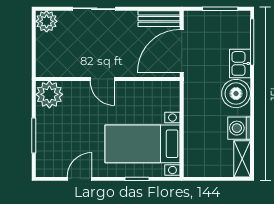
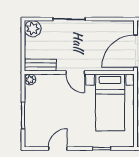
bench: (159, 19) -> (40, 65), moved
plant: (49, 94) -> (30, 79), width x0.53, depth x0.53
bed with nightstands: (143, 144) -> (110, 102), moved, turned -90

